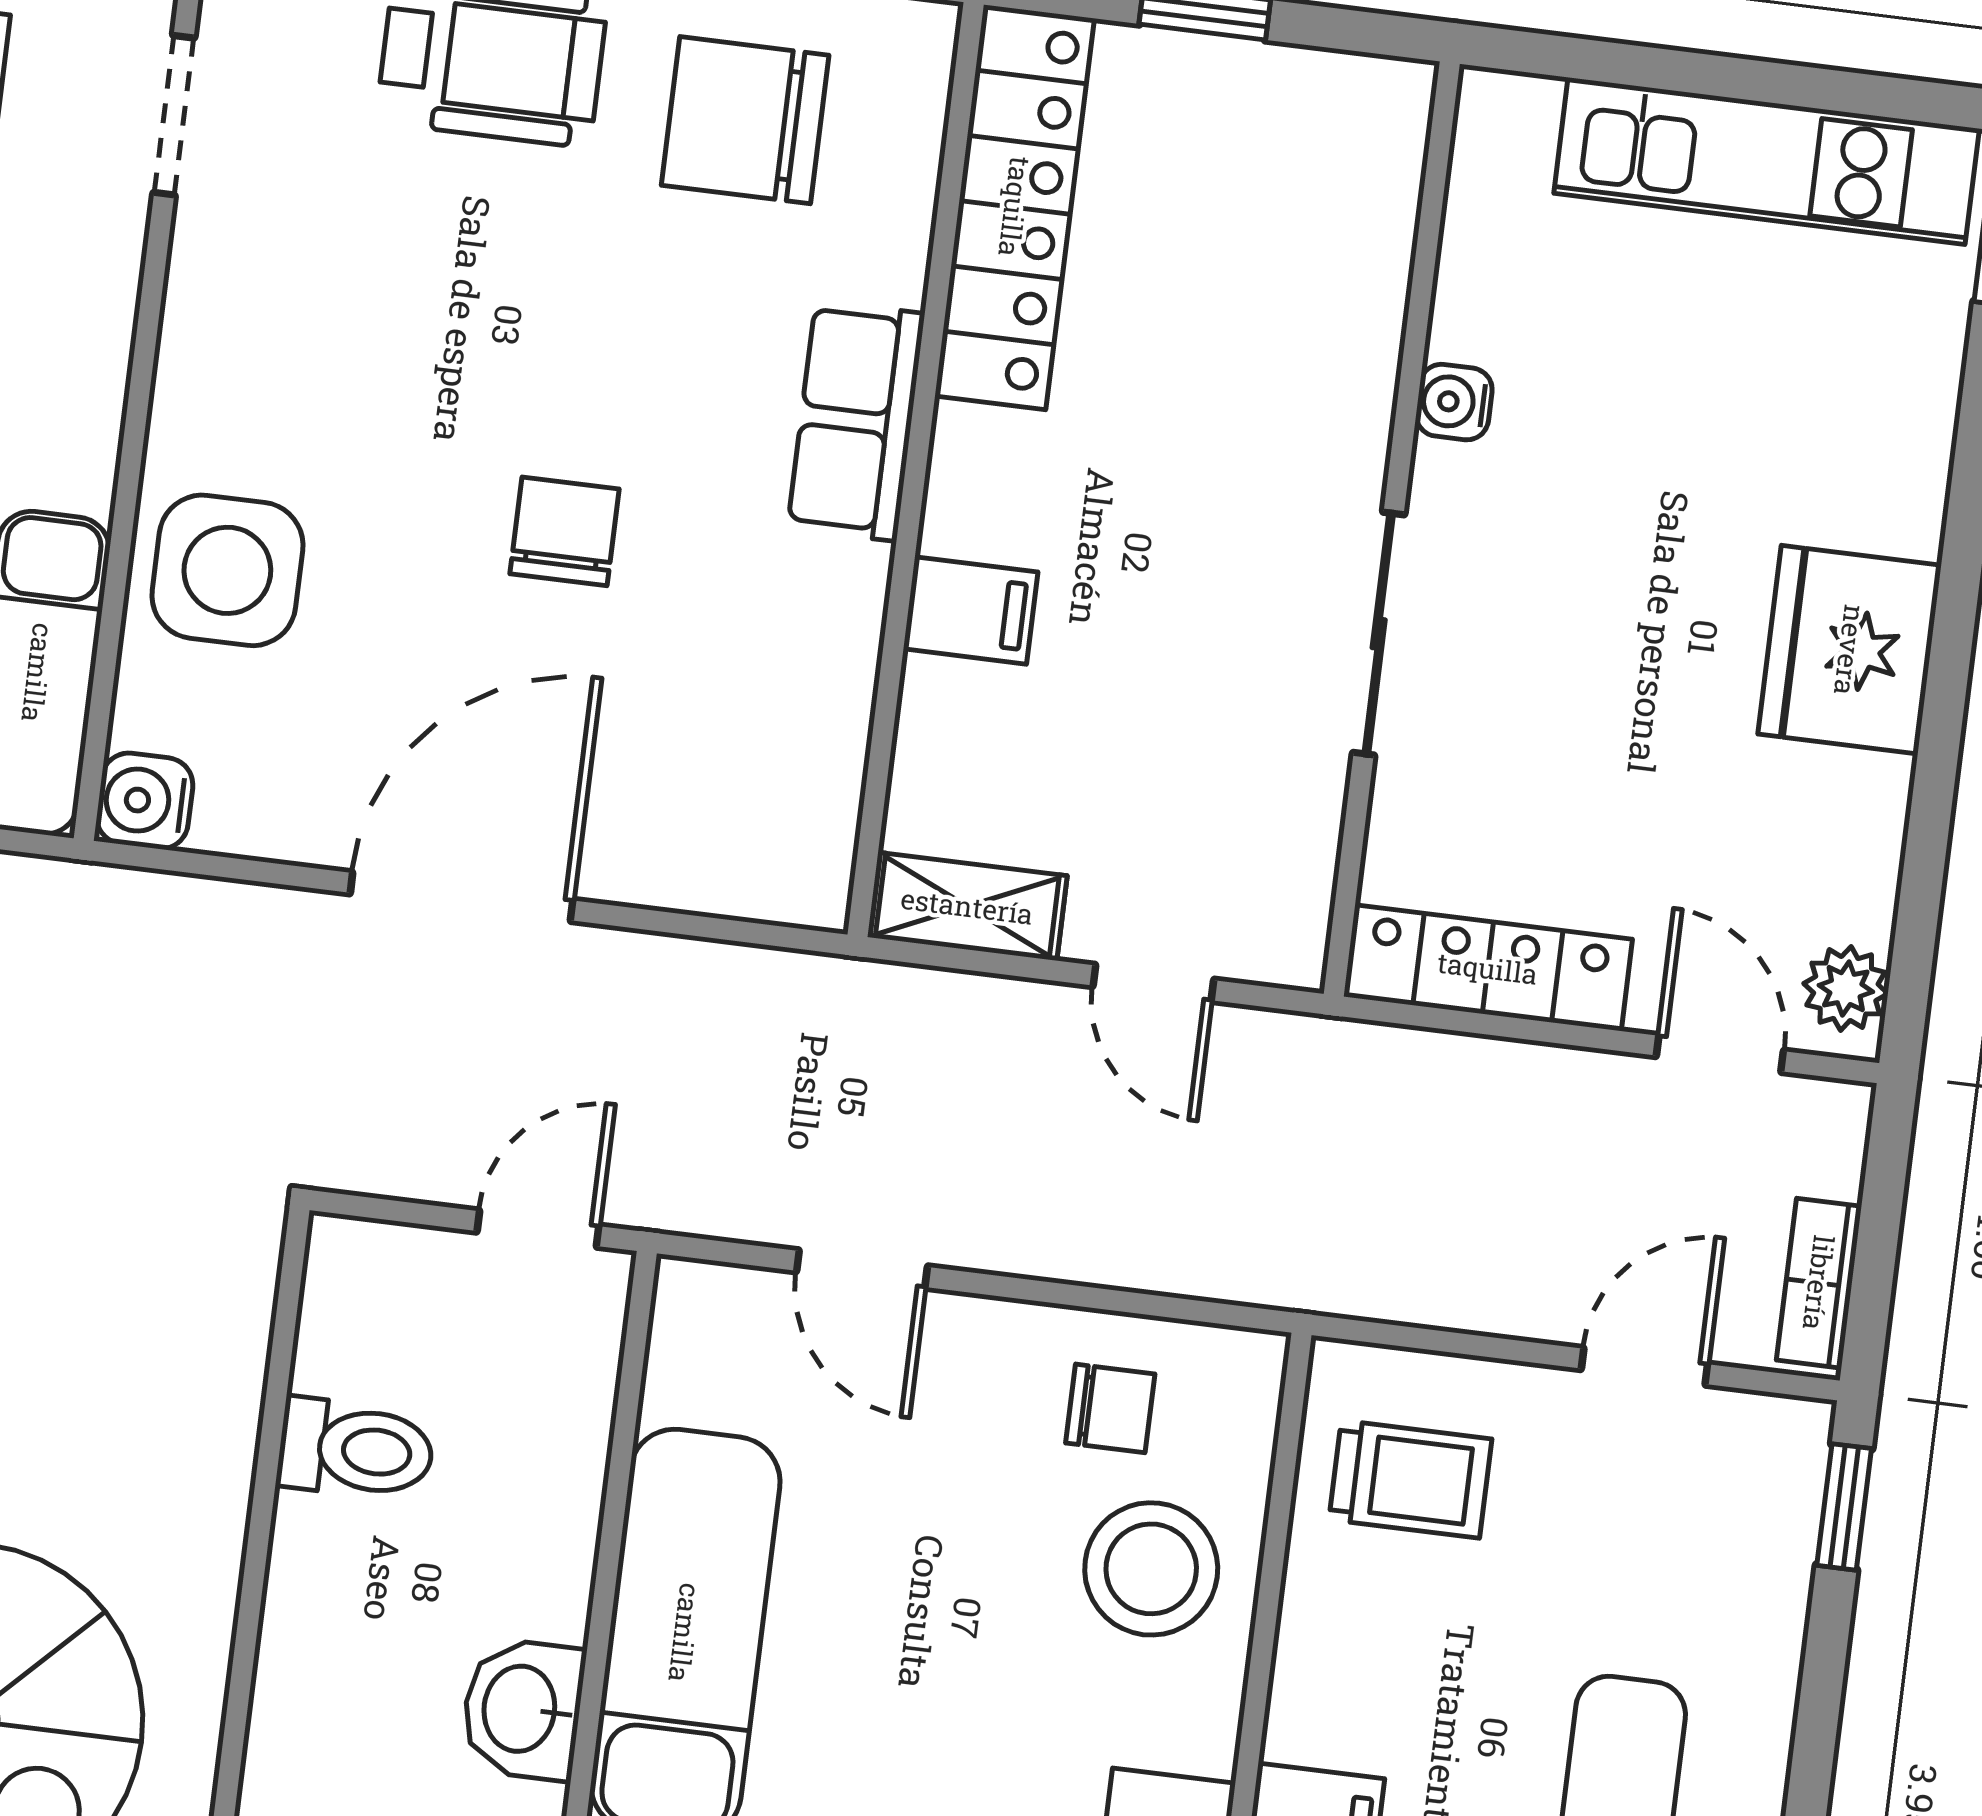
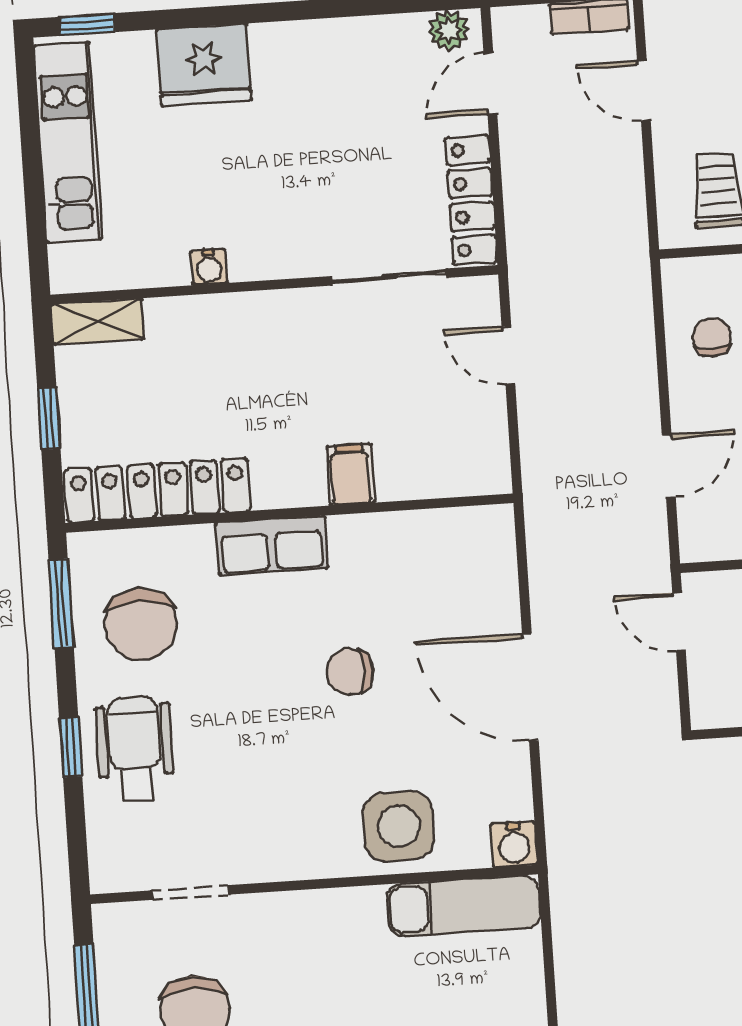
sliding door: (1379, 634) -> (389, 277), moved
fridge: (1850, 650) -> (204, 65), moved
shelving: (967, 906) -> (98, 322), moved, turned 90
door: (1153, 983) -> (508, 355), swing flipped

